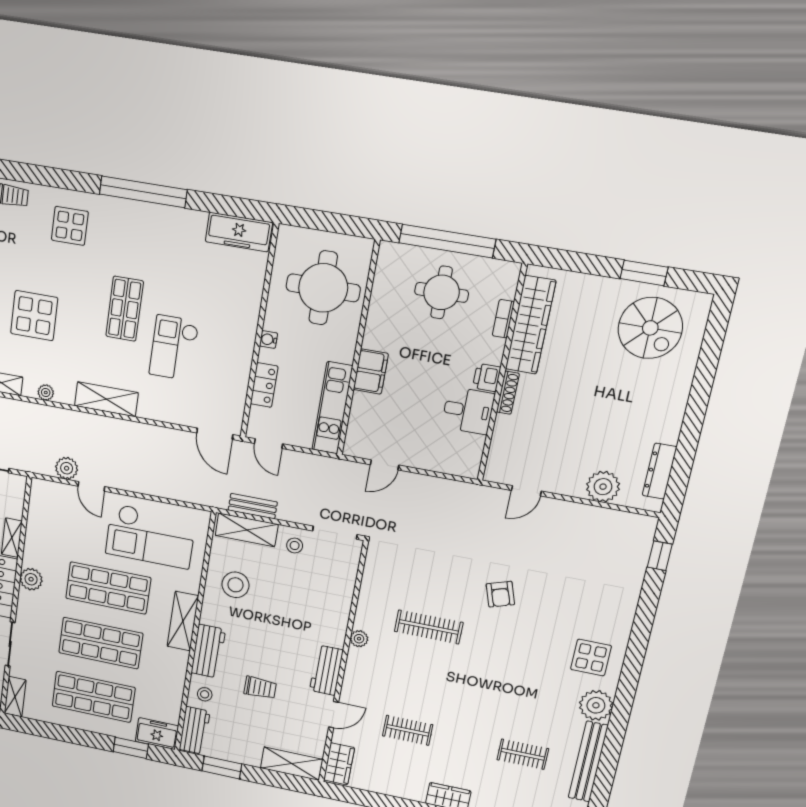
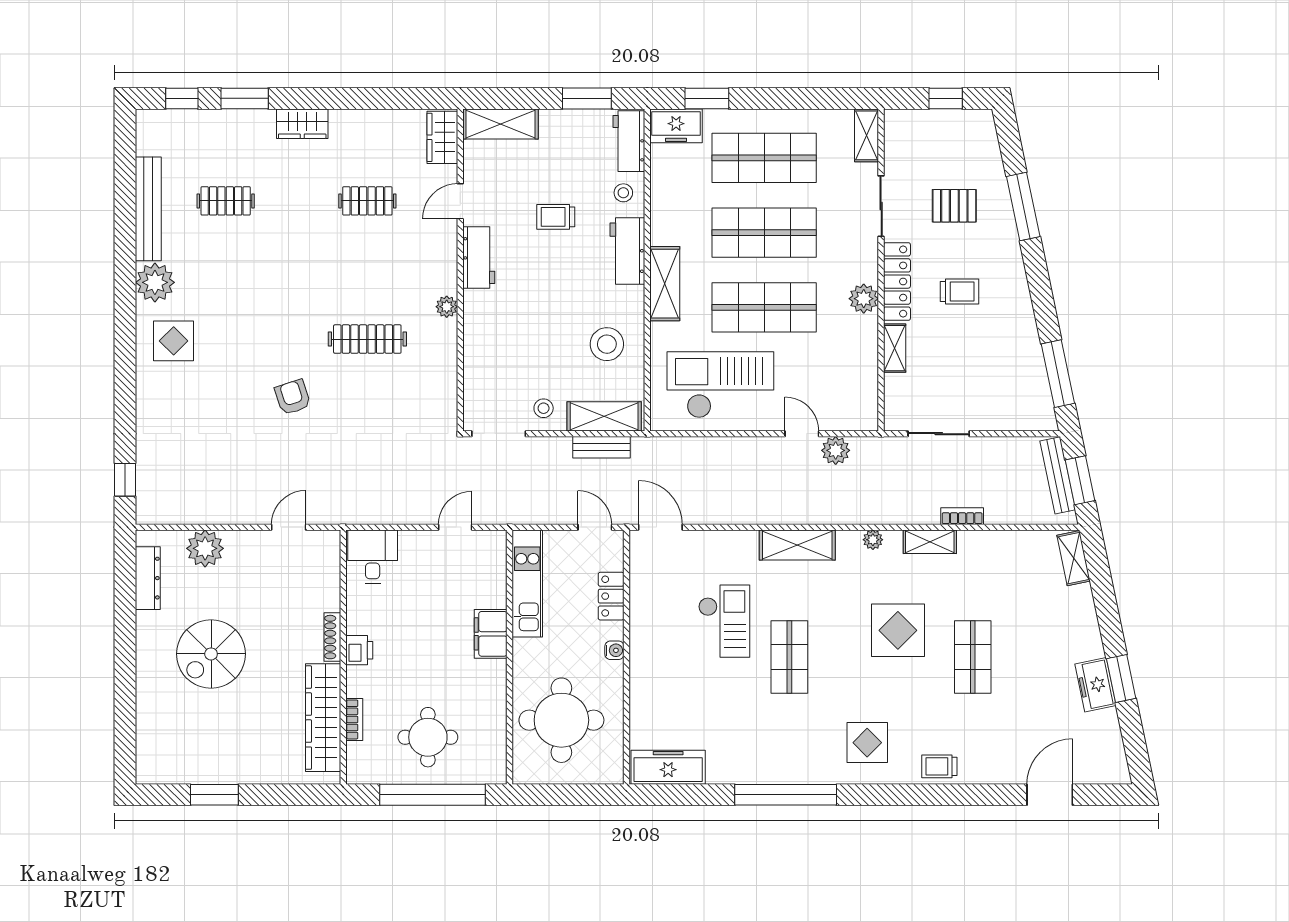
spiral stairs: (650, 328) -> (211, 654), moved, turned -90
desk: (468, 411) -> (373, 556), moved, turned 90

